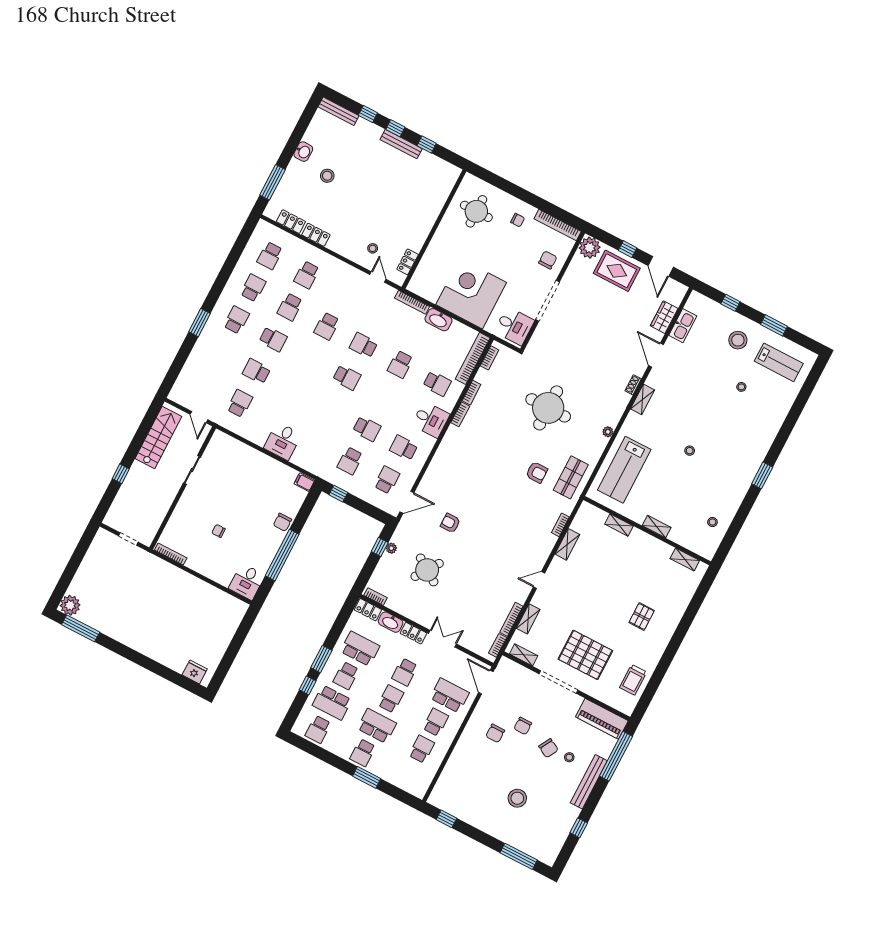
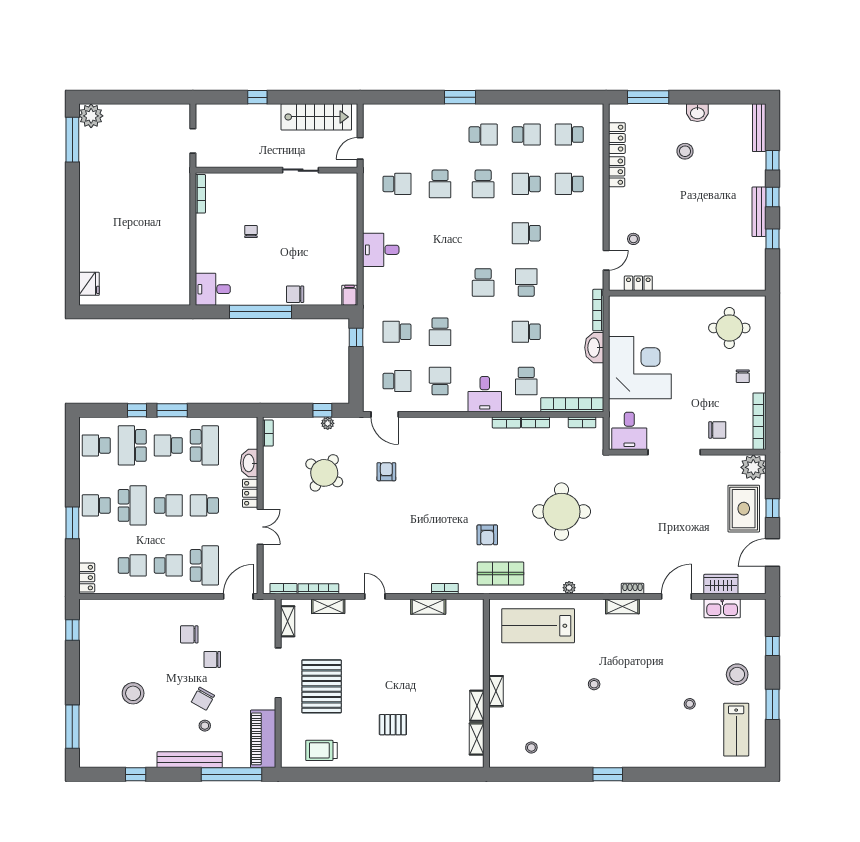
school desk: (256, 371) -> (440, 184), turned 180
shelving: (619, 525) -> (477, 706), moved
locker: (368, 610) -> (87, 578), moved, turned 180

